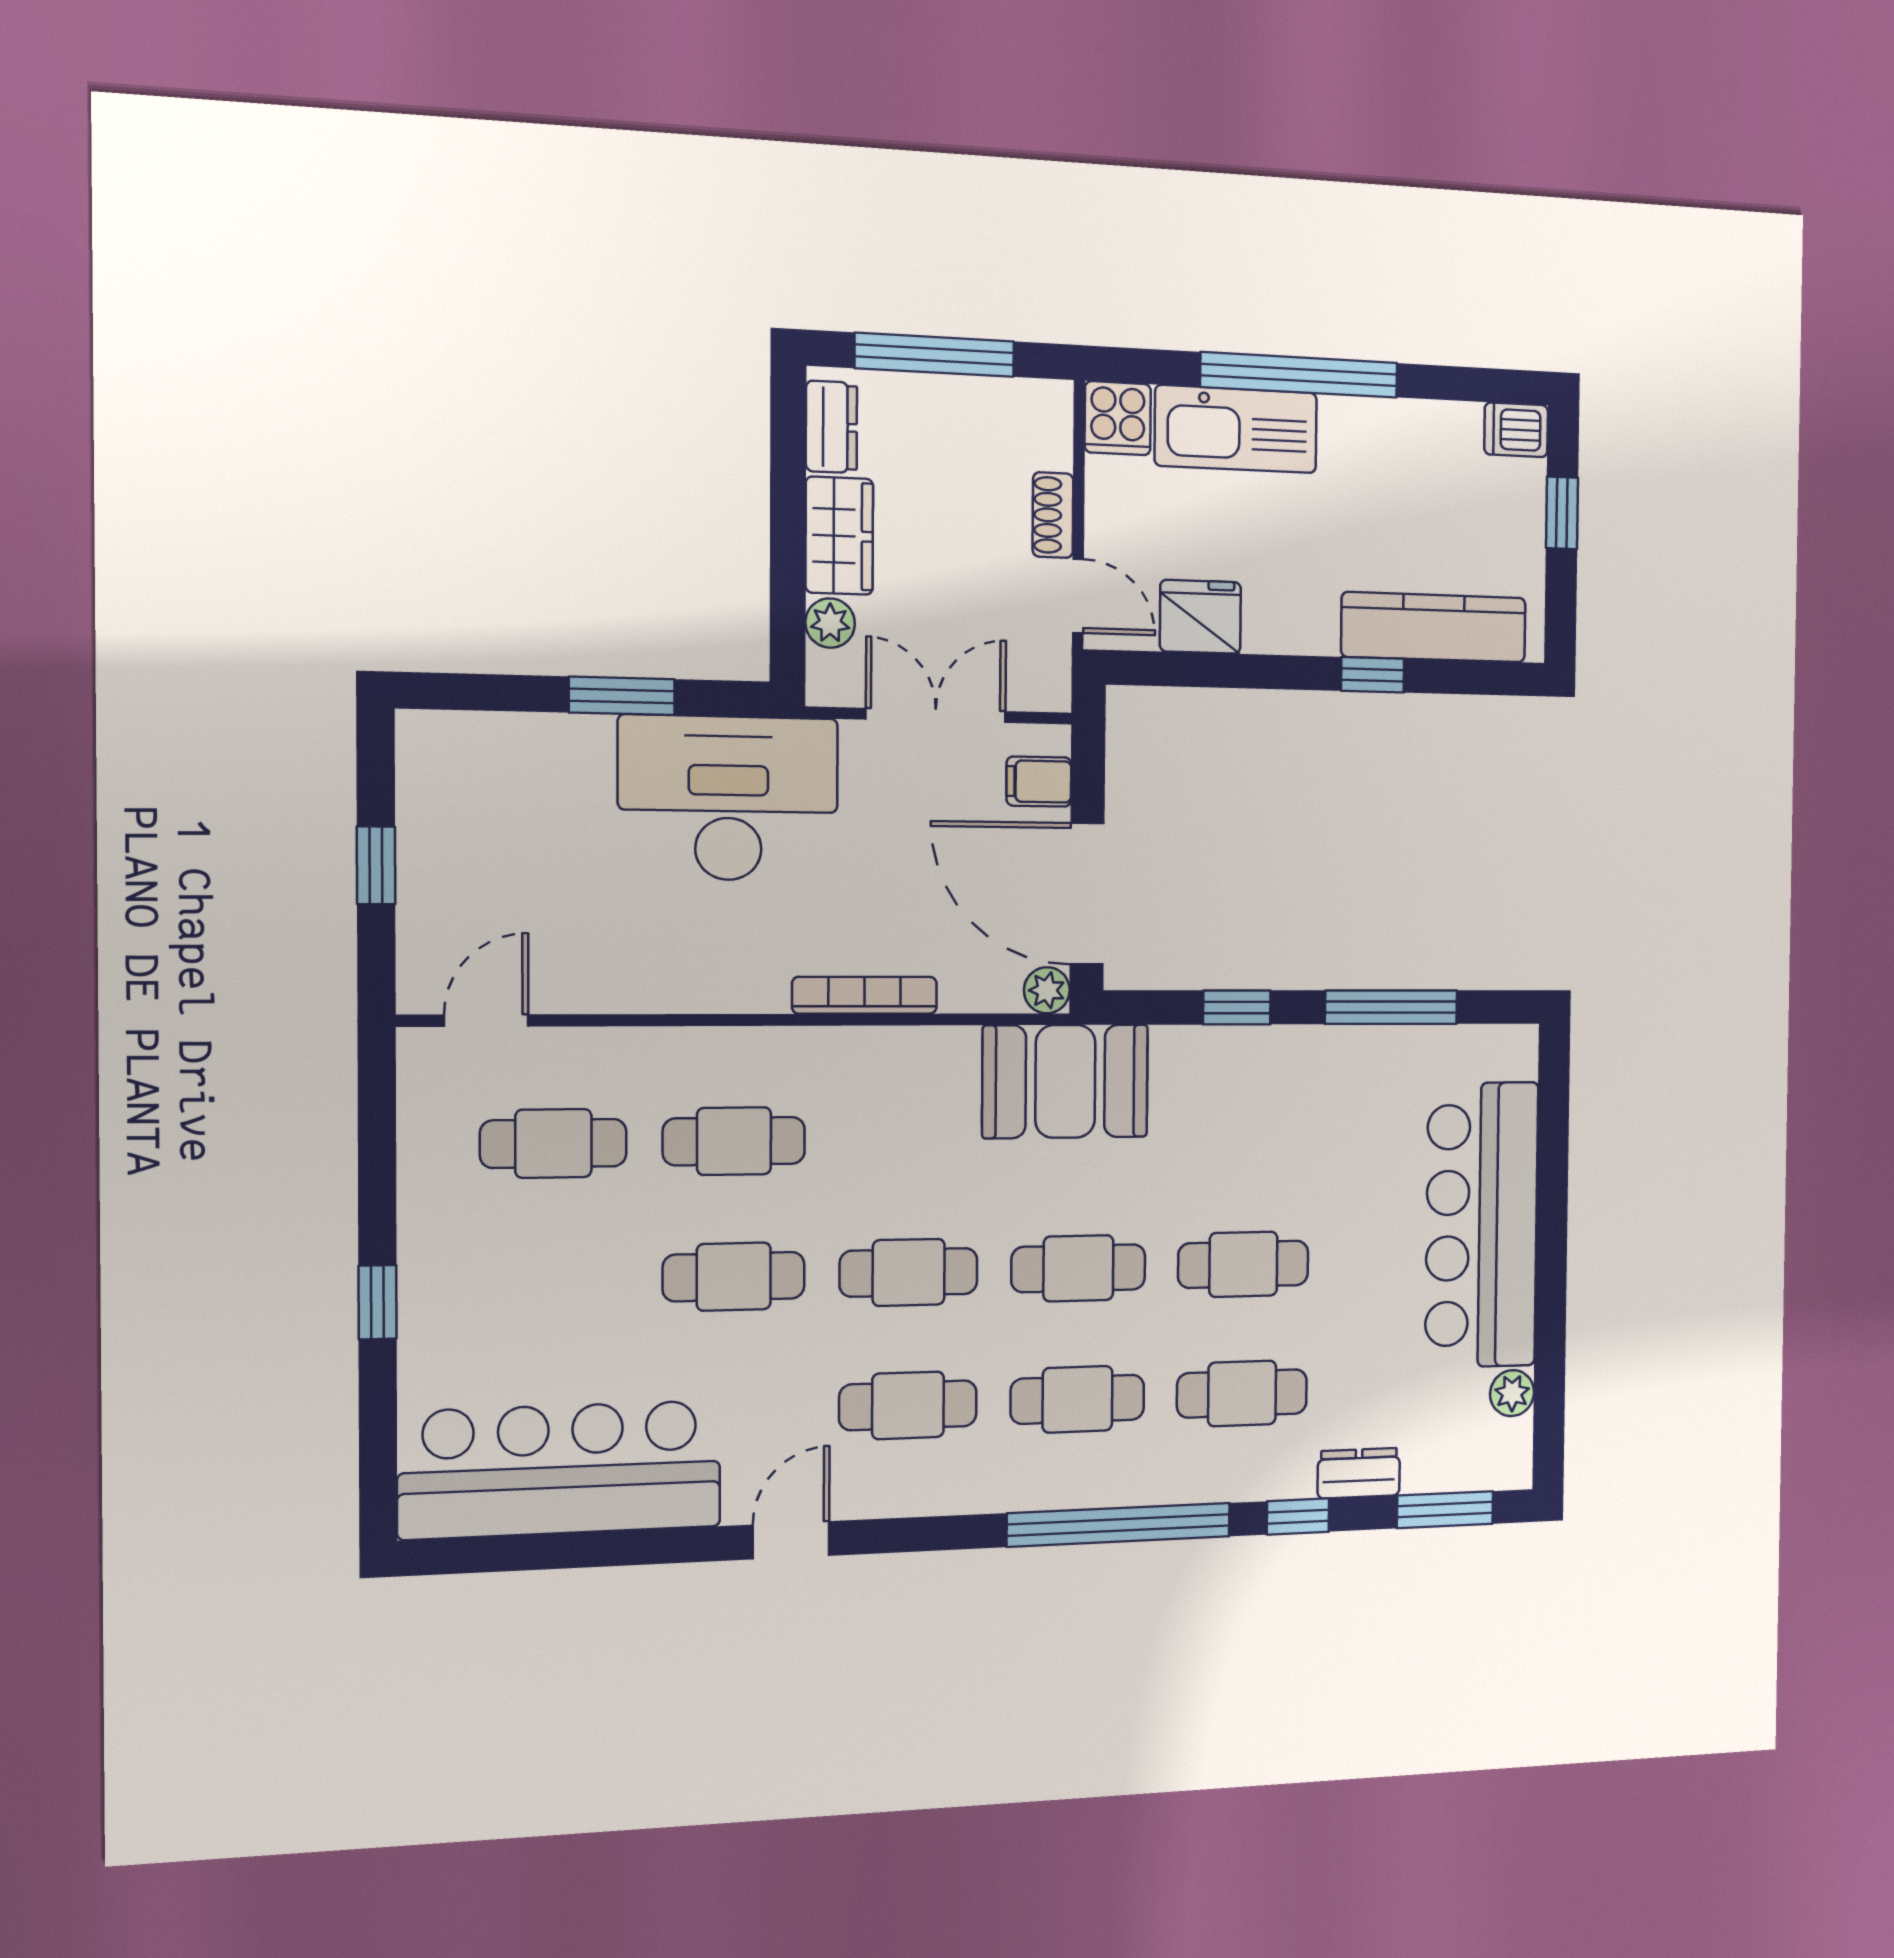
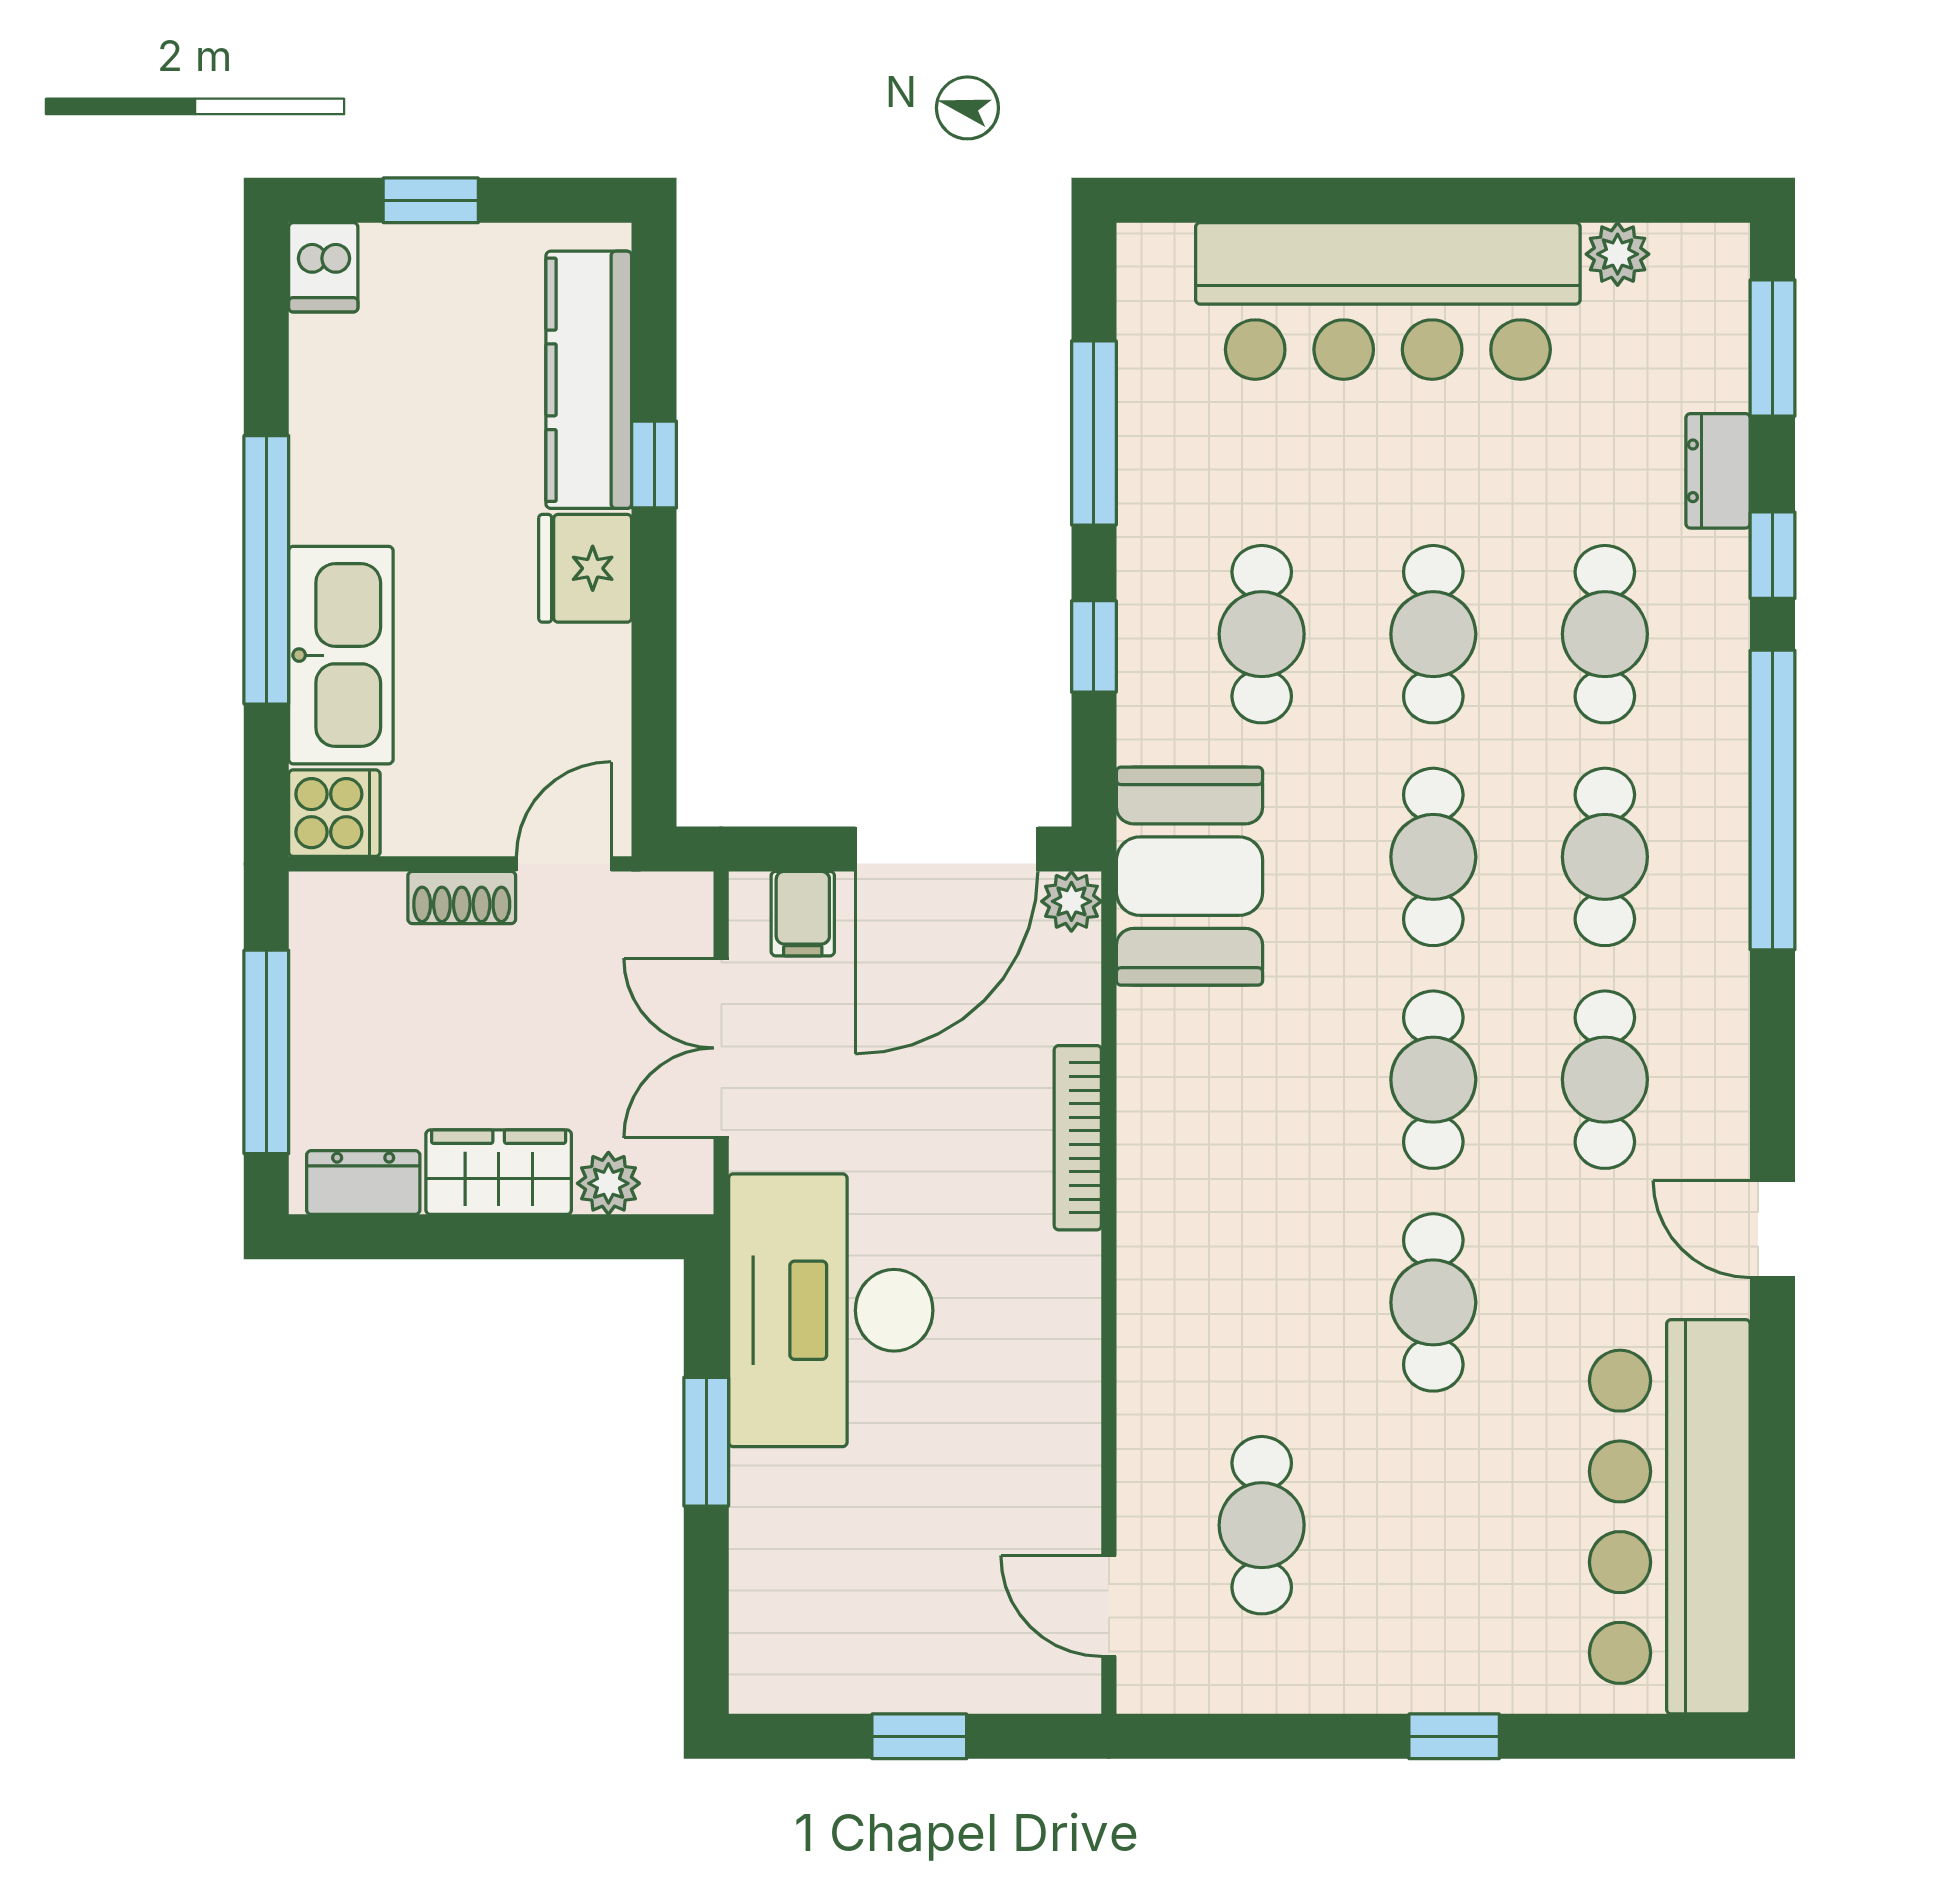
fridge: (1200, 617) -> (585, 568), moved
cafe table: (734, 1141) -> (1262, 634), moved

